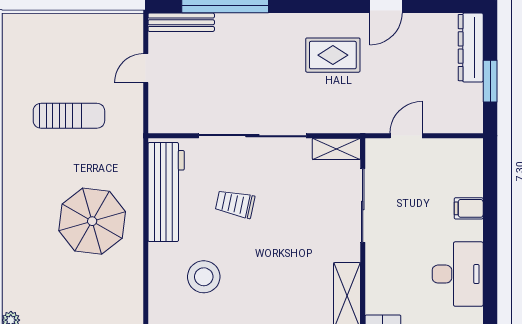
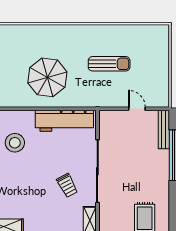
sun lounger: (69, 116) -> (109, 64), turned -90
trolley: (235, 204) -> (67, 185), moved, turned 140

